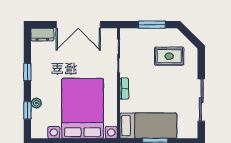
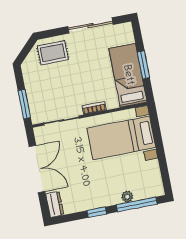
window: (152, 25) -> (24, 104), moved
rug: (169, 56) -> (53, 53), moved, turned 90
bed with nightstands: (83, 108) -> (121, 138), width x0.73
window: (27, 110) -> (137, 204), width x2.17

